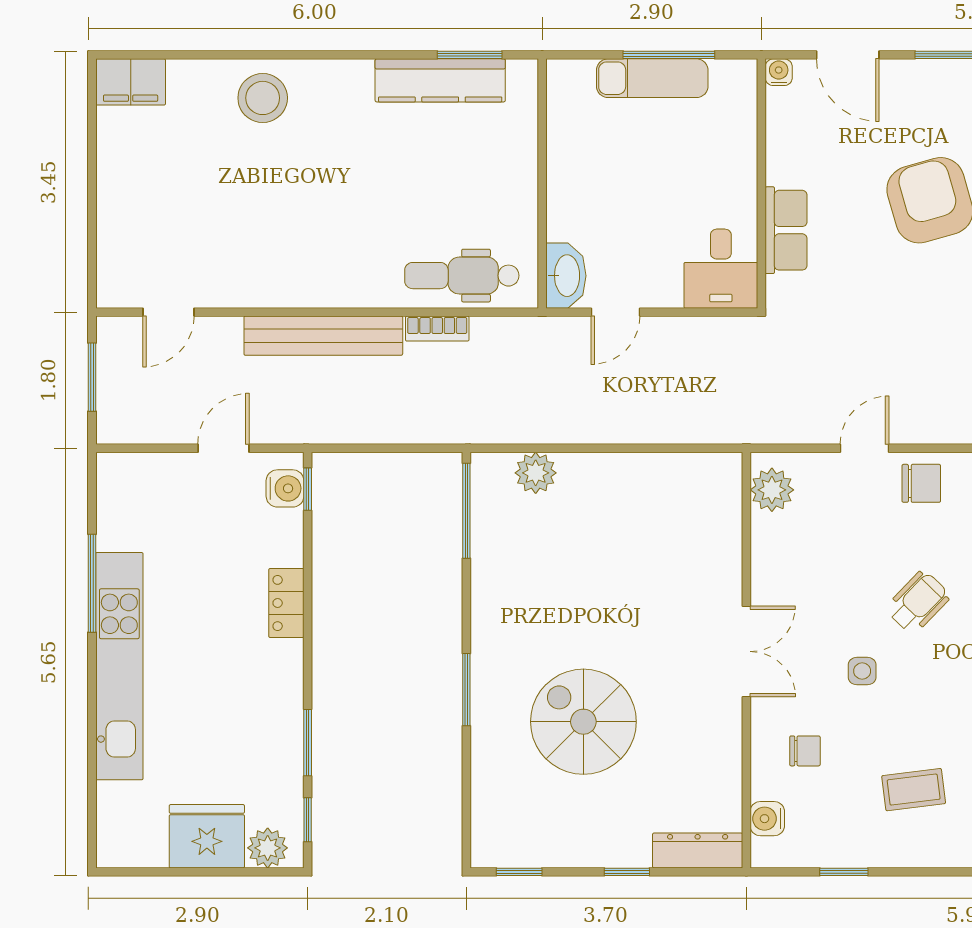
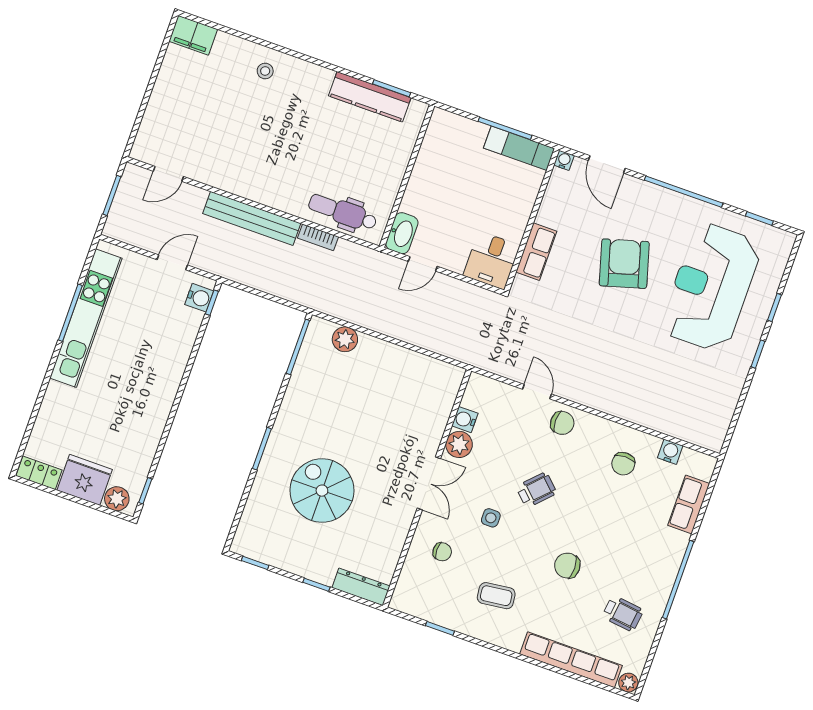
exam couch: (652, 78) -> (519, 148), moved
stool: (263, 98) -> (265, 71), width x0.53, depth x0.53
door: (864, 448) -> (537, 392), hinge flipped
plant: (772, 490) -> (459, 444), moved
locker: (286, 603) -> (39, 473), moved, turned 90
kitchen unit: (119, 666) -> (86, 318), moved
window: (308, 743) -> (161, 447), removed
water cooler: (767, 819) -> (465, 420), moved

